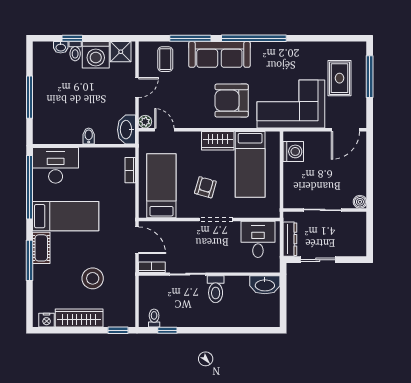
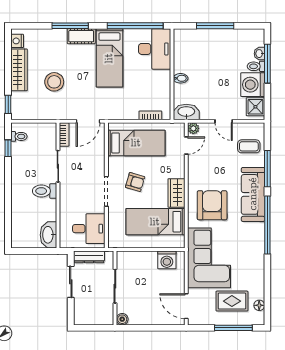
window: (72, 38) -> (267, 64), width x2.17
floor lamp: (344, 47) -> (259, 305), added

